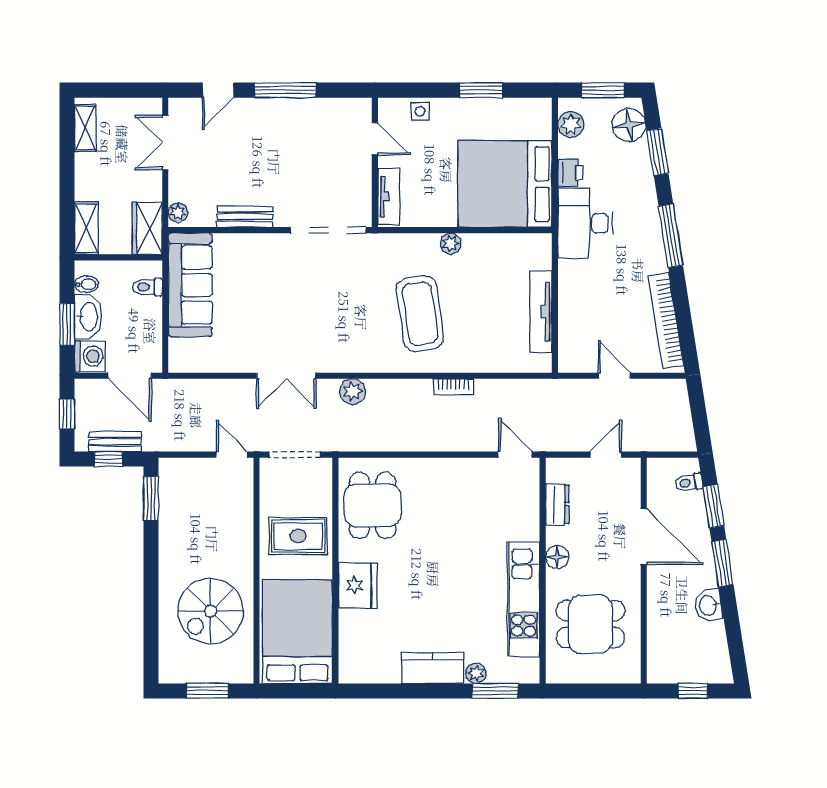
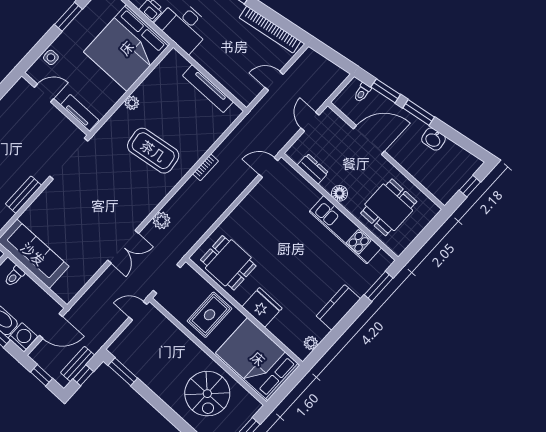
plant: (476, 673) -> (311, 343), moved

